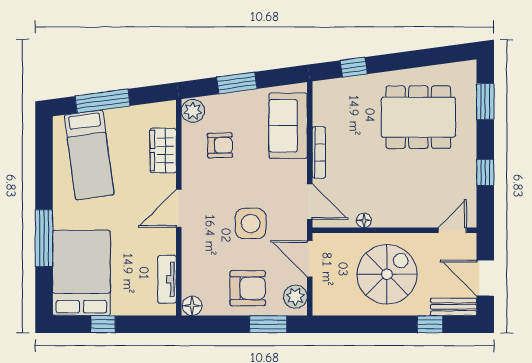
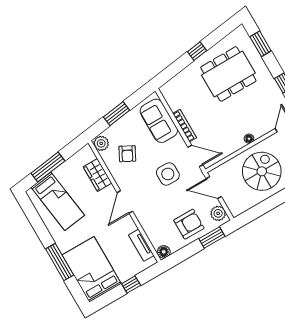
window: (354, 67) -> (197, 51), moved
armchair: (220, 145) -> (127, 154), turned 119
floor lamp: (364, 220) -> (249, 139), moved
side table: (251, 224) -> (168, 174), moved
window: (103, 324) -> (131, 285), moved

